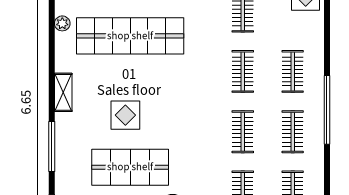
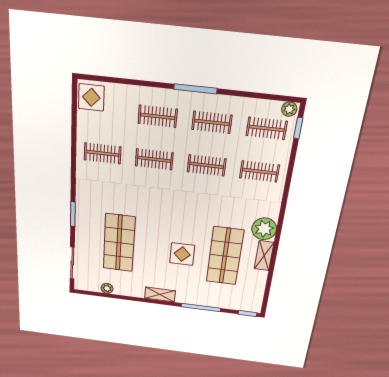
shop shelf: (130, 36) -> (119, 243), width x0.71
window: (327, 110) -> (195, 89), width x0.68

